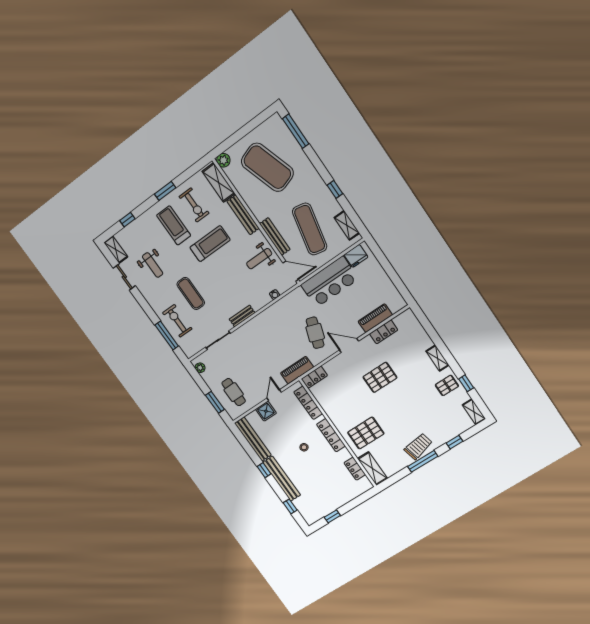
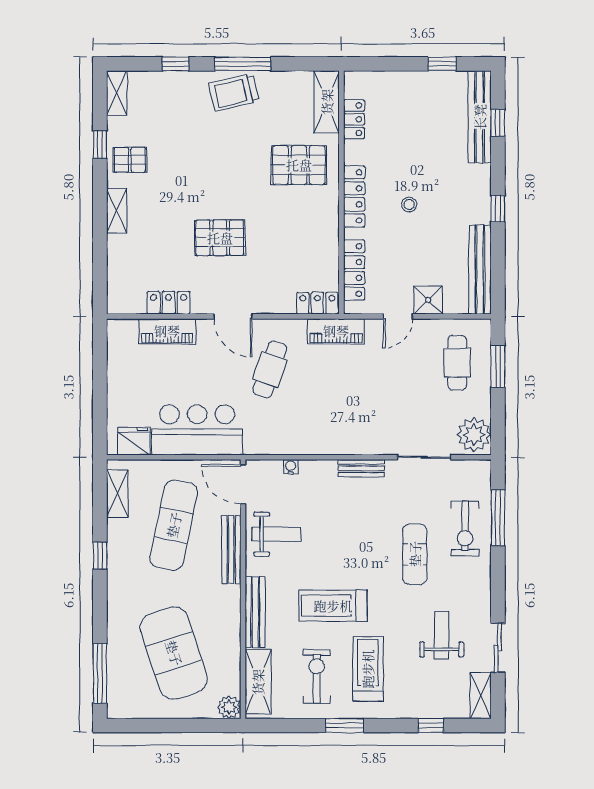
treadmill: (174, 225) -> (368, 669), turned 180
plant: (200, 368) -> (474, 435), width x1.87, depth x1.87
bench: (282, 479) -> (480, 117), moved

